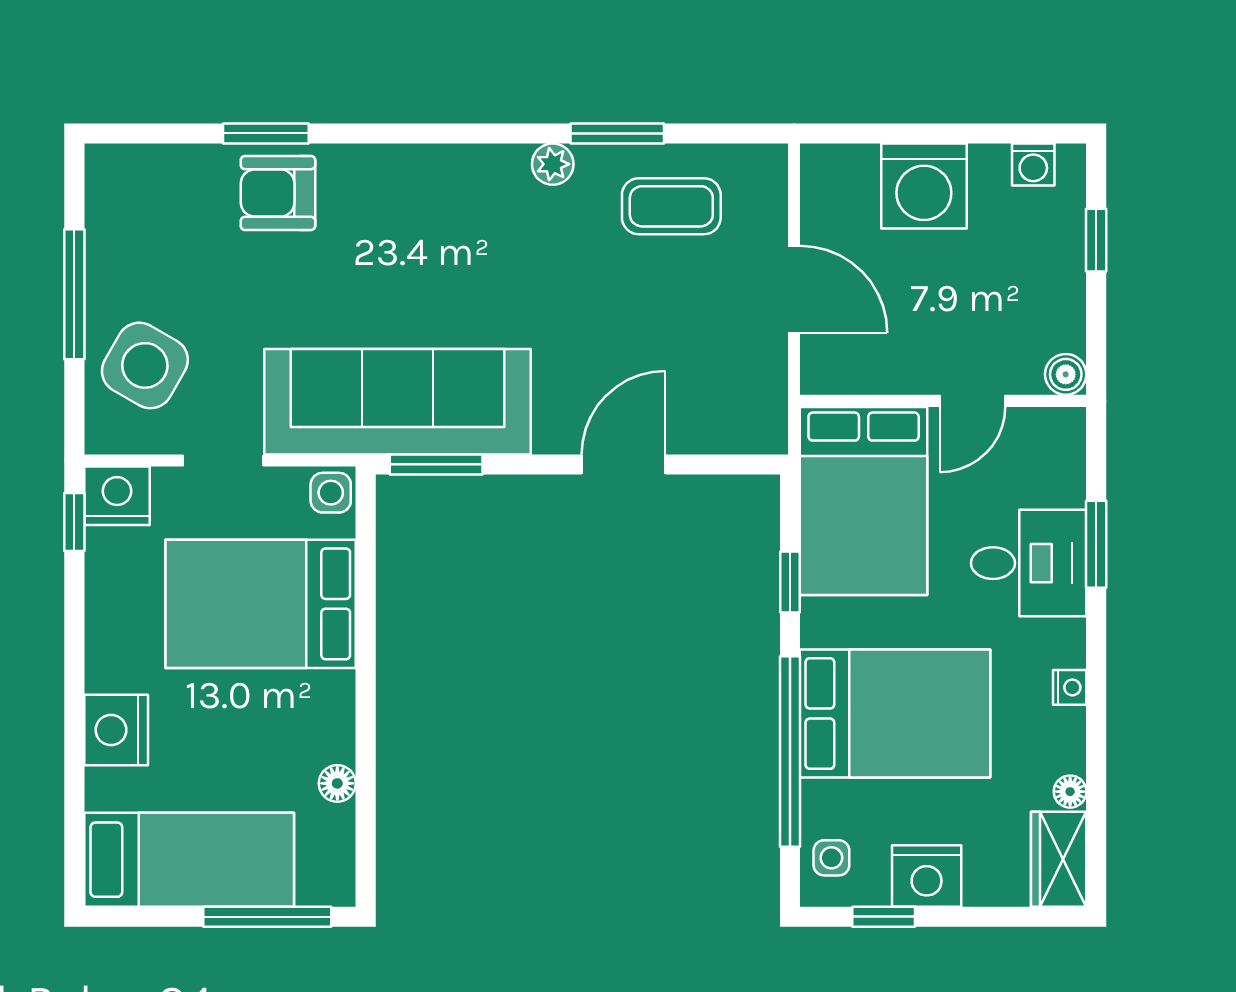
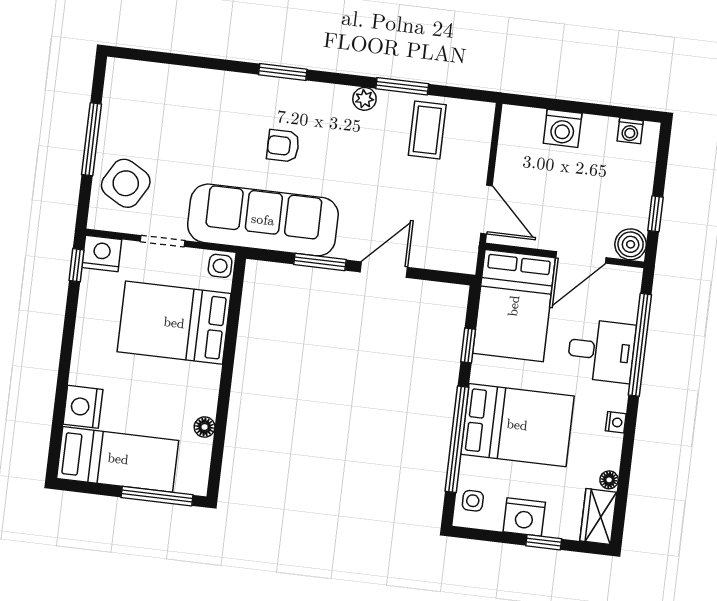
window: (266, 133) -> (283, 72), moved
washing machine: (924, 186) -> (563, 128), width x0.73, depth x0.73
armchair: (278, 193) -> (283, 146), moved, width x0.72, depth x0.72
coffee table: (671, 206) -> (427, 130), turned 90
window: (1096, 240) -> (655, 214), moved
door: (794, 289) -> (487, 209), moved
boiler: (1066, 374) -> (631, 244), width x1.36, depth x1.36
door: (972, 401) -> (581, 257), width x1.38
window: (436, 464) -> (320, 262), moved
window: (1096, 544) -> (640, 345), width x2.11
nightstand: (116, 730) -> (83, 407), moved
window: (884, 917) -> (544, 542), moved

